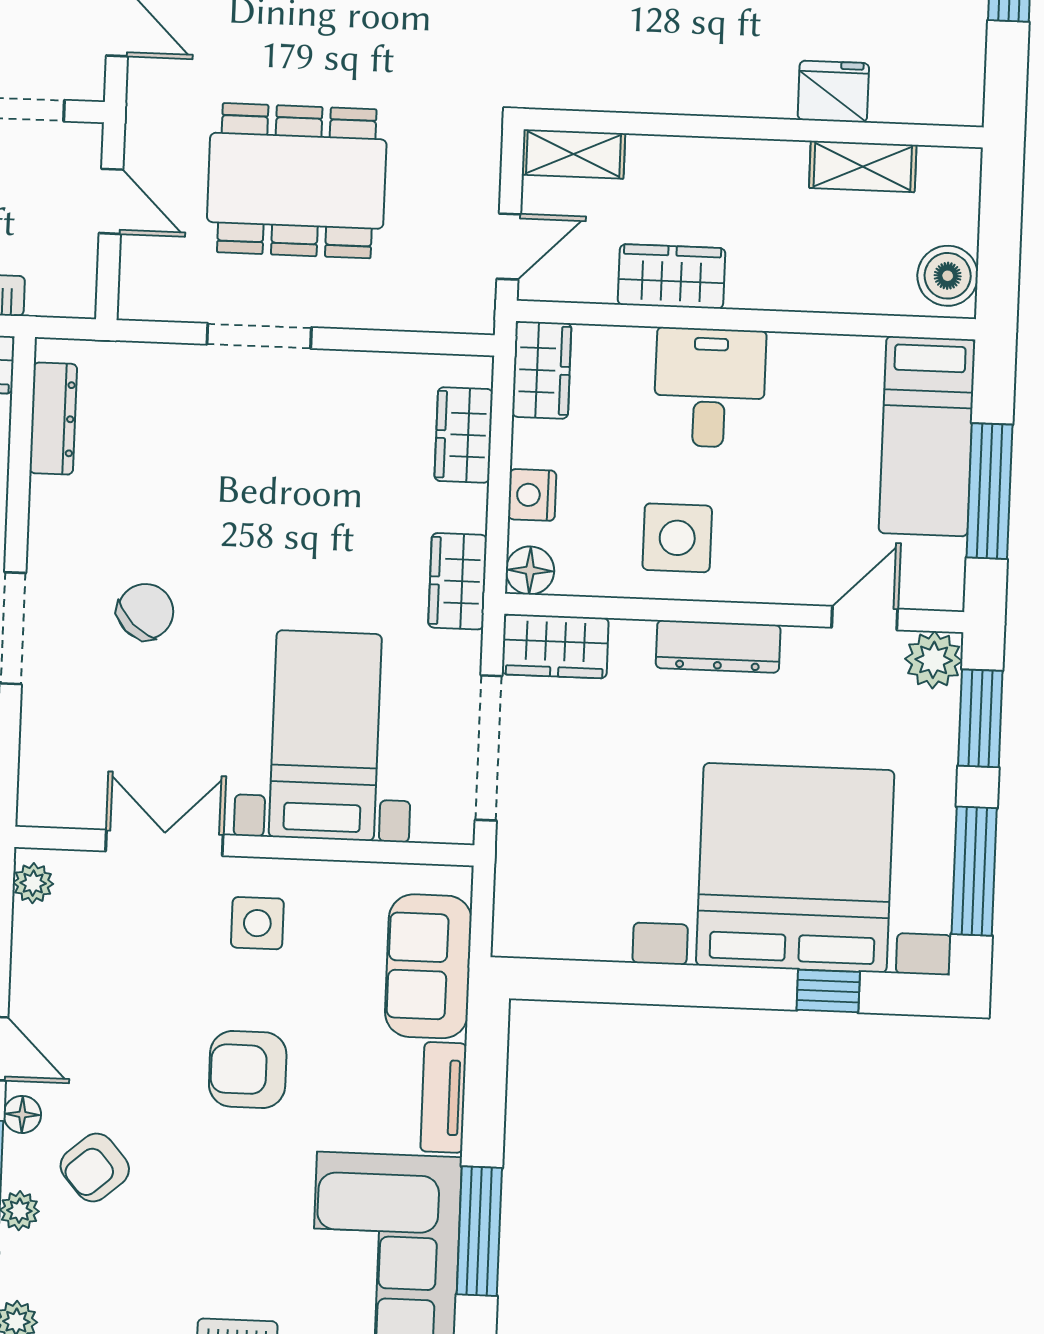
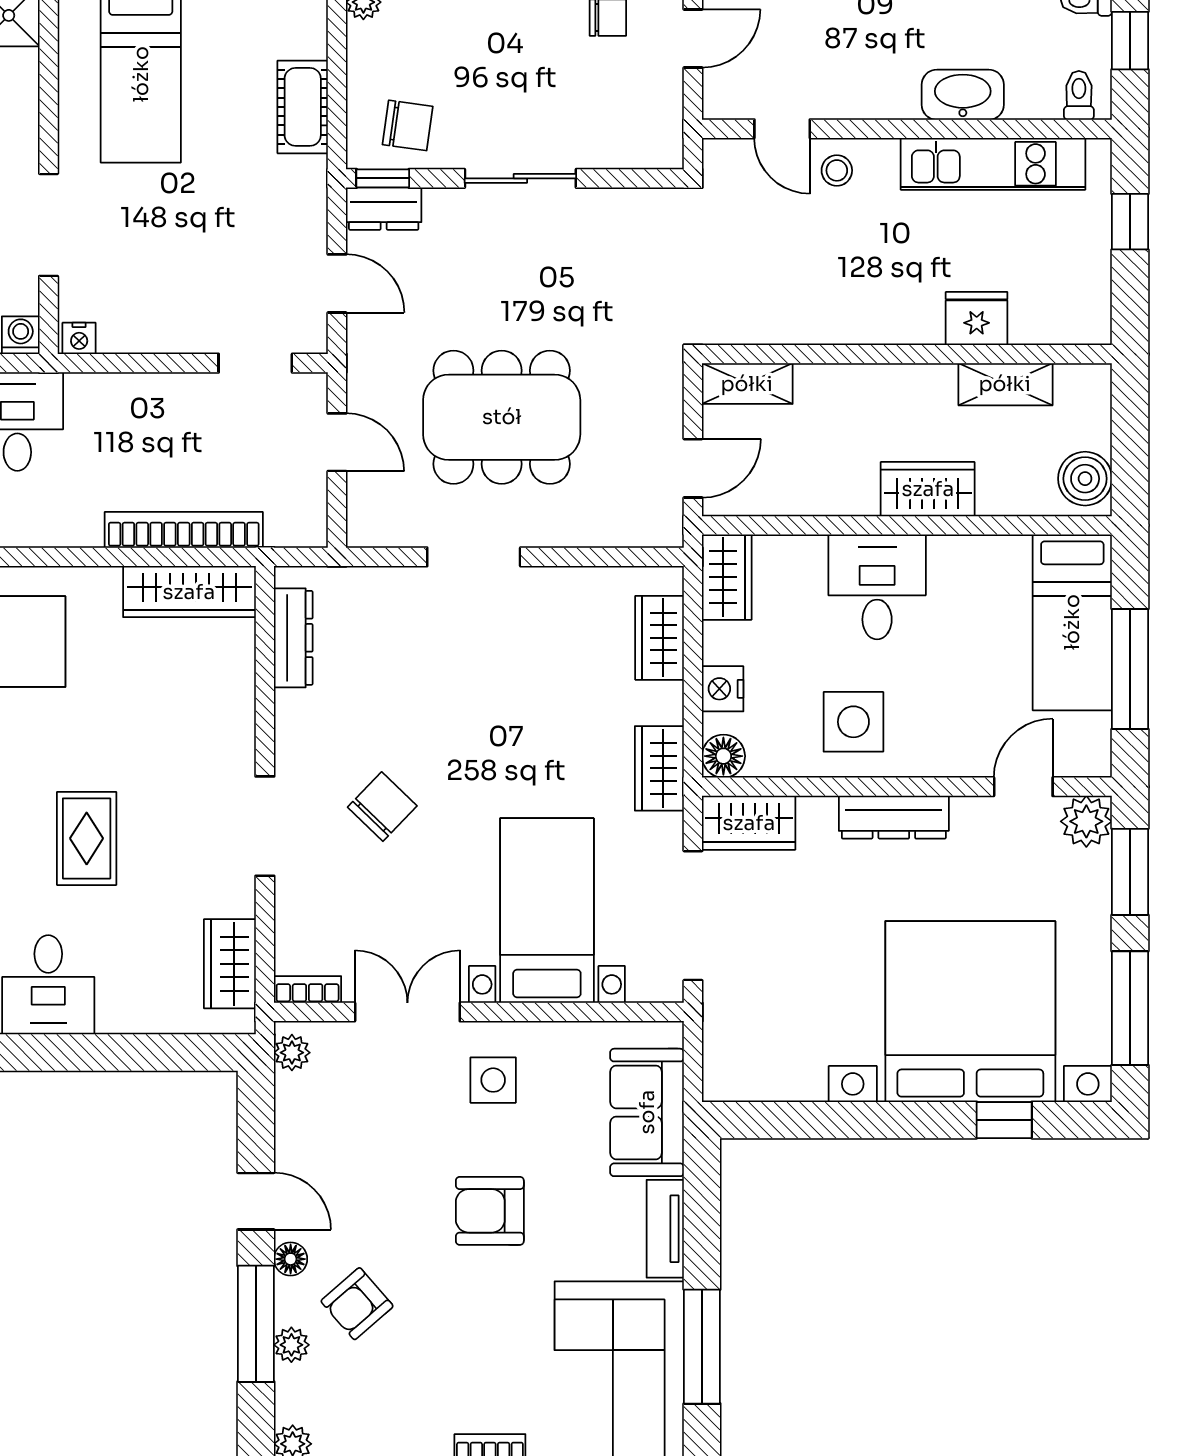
wardrobe: (672, 276) -> (928, 489), moved
bookcase: (53, 813) -> (308, 989), added

